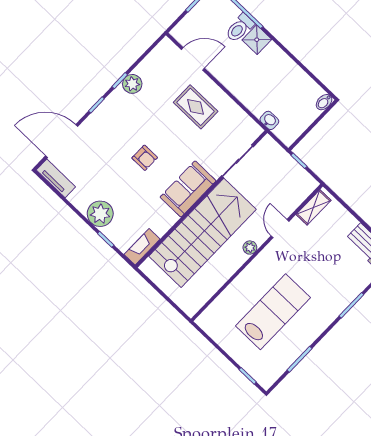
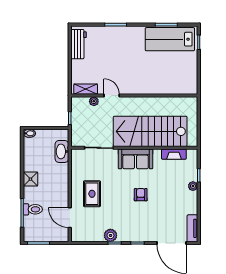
shower: (257, 40) -> (30, 179), moved
washbasin: (269, 120) -> (62, 151), width x1.91, depth x1.45
plant: (100, 214) -> (193, 186), width x0.53, depth x0.53
door: (280, 229) -> (112, 96), swing flipped
fireplace: (142, 247) -> (174, 154), moved
plant: (250, 248) -> (94, 101), moved
lab bench: (273, 312) -> (170, 39), moved

